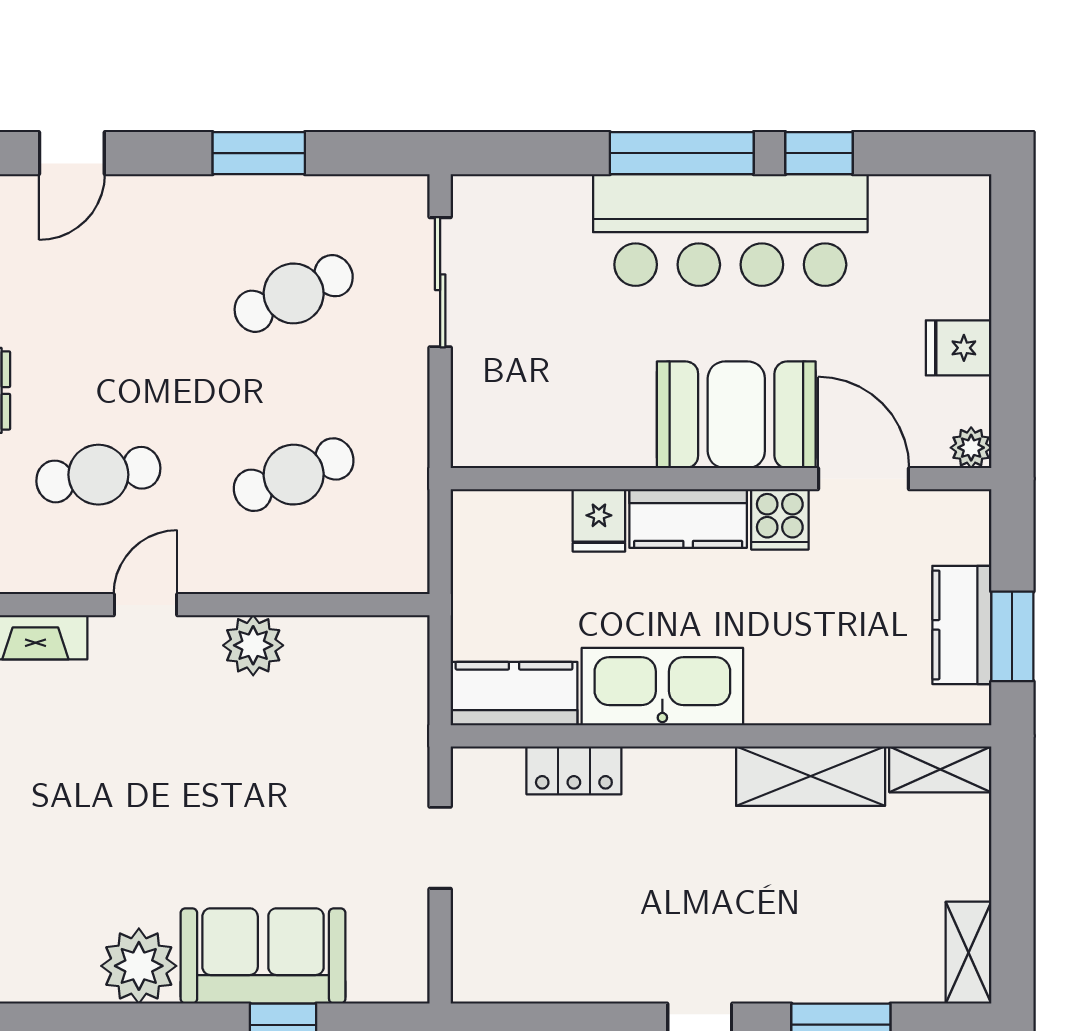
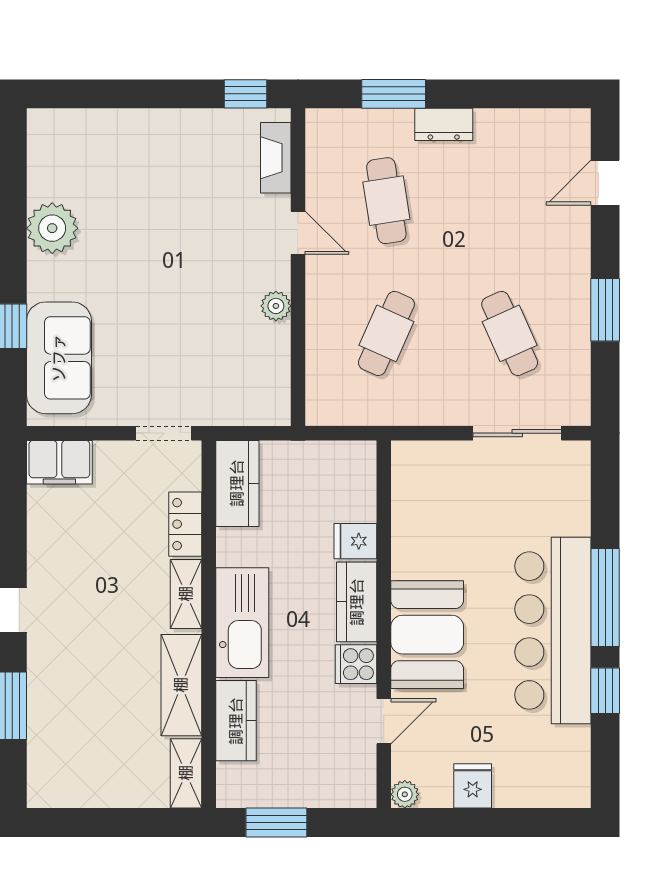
door: (72, 153) -> (605, 183), hinge flipped
cafe table: (294, 475) -> (386, 333), turned 45
door: (864, 479) -> (384, 721), width x0.73
kitchen counter: (962, 625) -> (236, 721), moved, turned 90
plant: (253, 645) -> (276, 306), width x0.73, depth x0.73
kitchen sink: (662, 687) -> (242, 623), moved
doorway: (440, 848) -> (164, 433), moved
shelving: (969, 953) -> (186, 594), moved, turned 90
filing cabinet: (483, 955) -> (59, 462), added
sofa: (263, 956) -> (59, 358), moved

